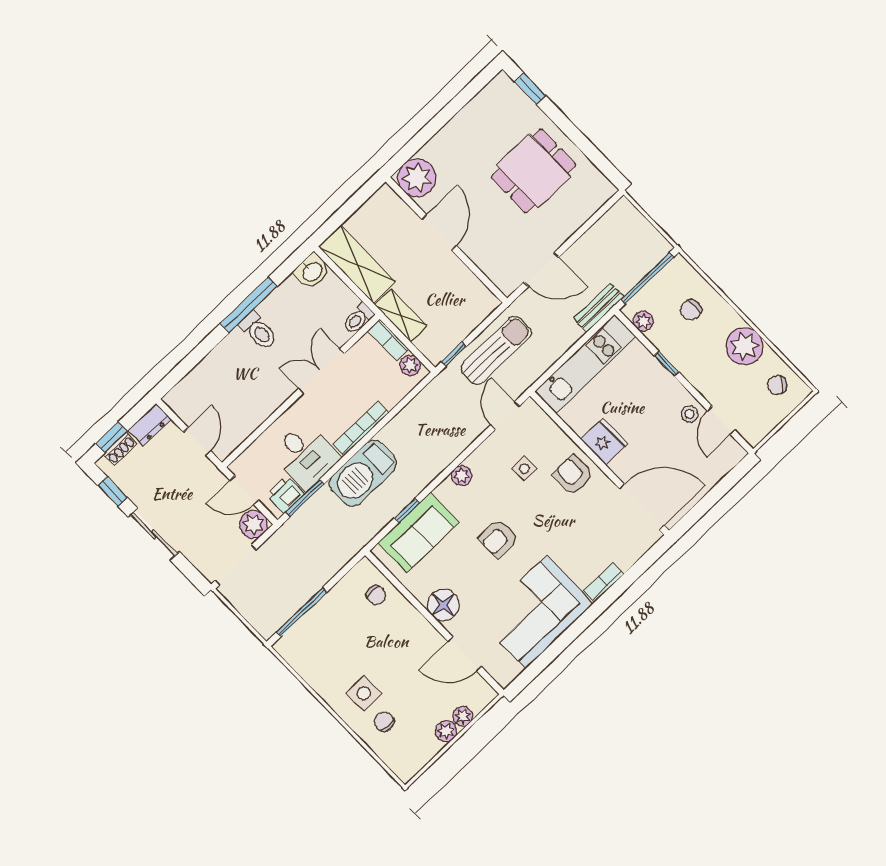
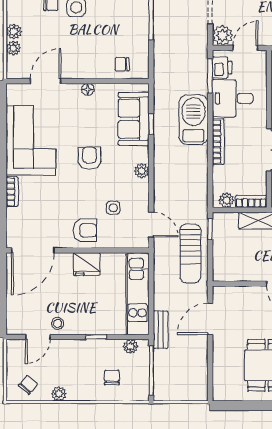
plant: (745, 346) -> (59, 394), width x0.53, depth x0.53
door: (721, 420) -> (38, 337), swing flipped
floor lamp: (443, 605) -> (88, 89), width x0.53, depth x0.53

